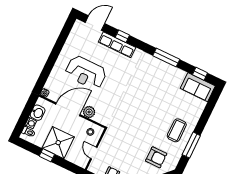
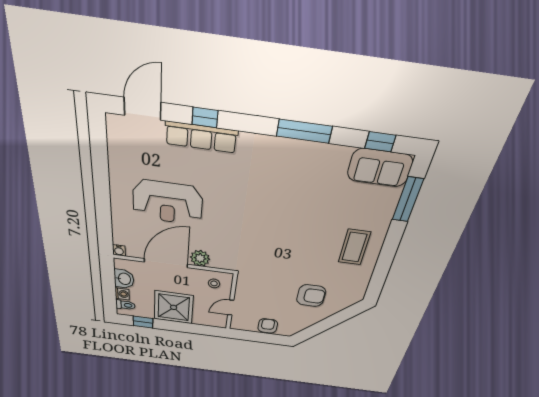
window: (191, 145) -> (408, 200), moved
door: (94, 153) -> (231, 308), hinge flipped
window: (47, 155) -> (143, 322), moved
armchair: (156, 157) -> (311, 296), moved

